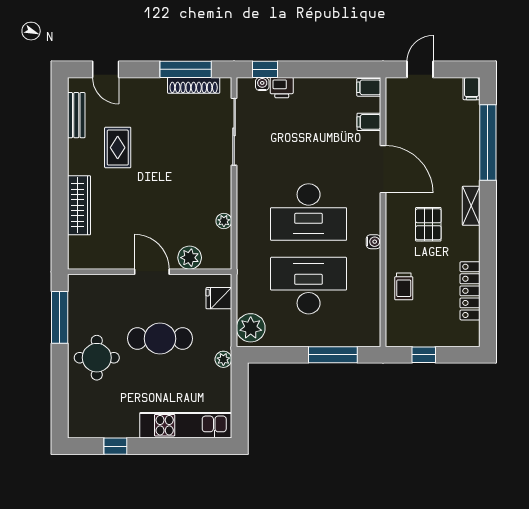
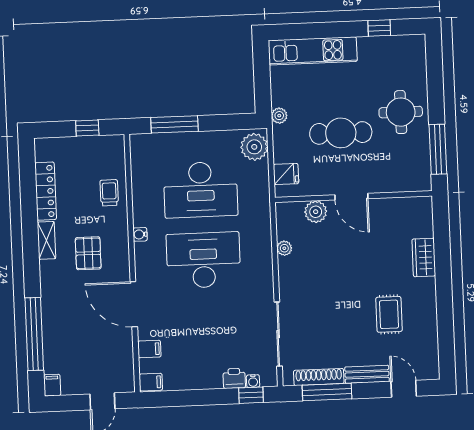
bench: (76, 115) -> (367, 374), moved, turned 90
wardrobe: (79, 205) -> (424, 257), width x0.67
shelving: (471, 206) -> (46, 240), moved

